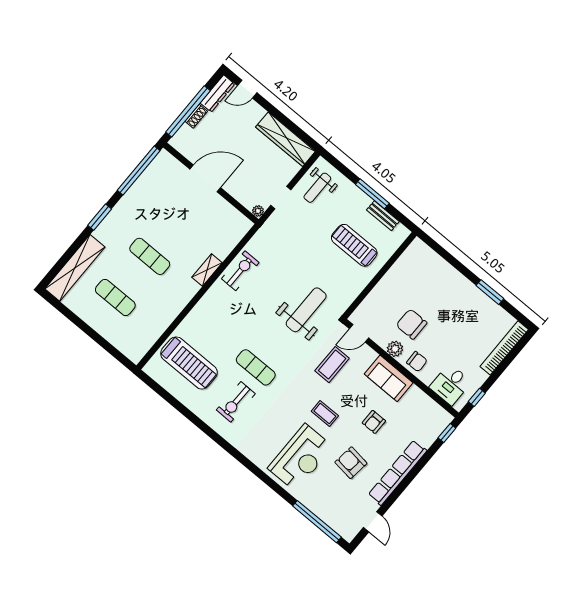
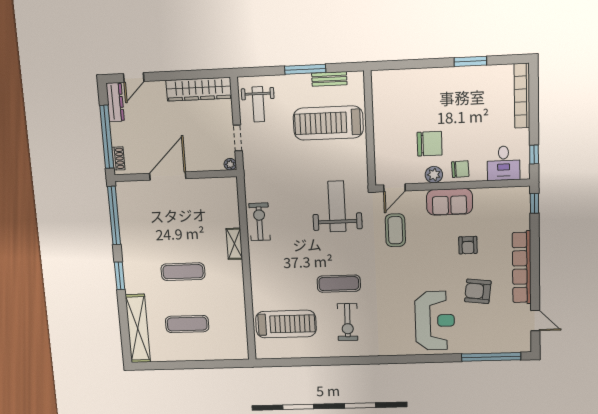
shoe rack: (196, 116) -> (118, 158), moved
treadmill: (354, 245) -> (328, 123), width x1.37, depth x1.38
chair: (412, 324) -> (430, 144), turned 180
coffee table: (325, 414) -> (424, 272), removed

